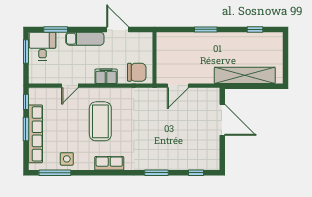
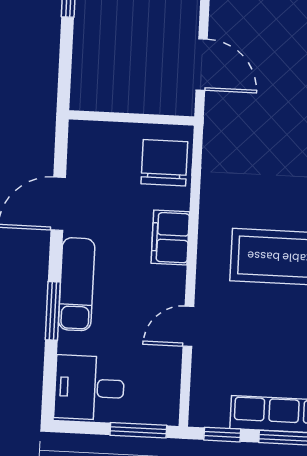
window: (56, 29) -> (53, 311), moved
window: (26, 52) -> (138, 430), moved
door: (70, 86) -> (188, 326), swing flipped

